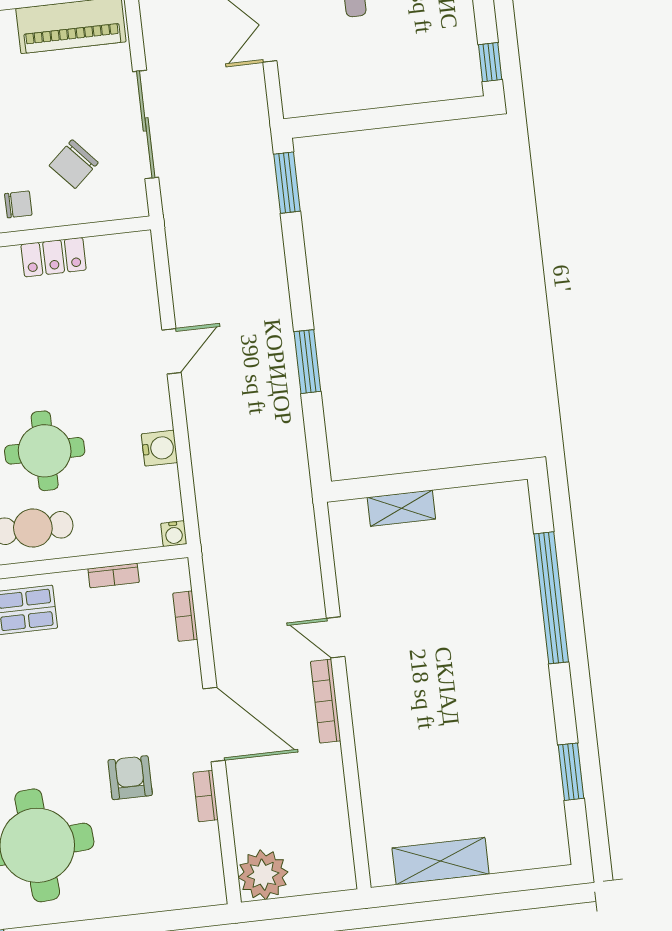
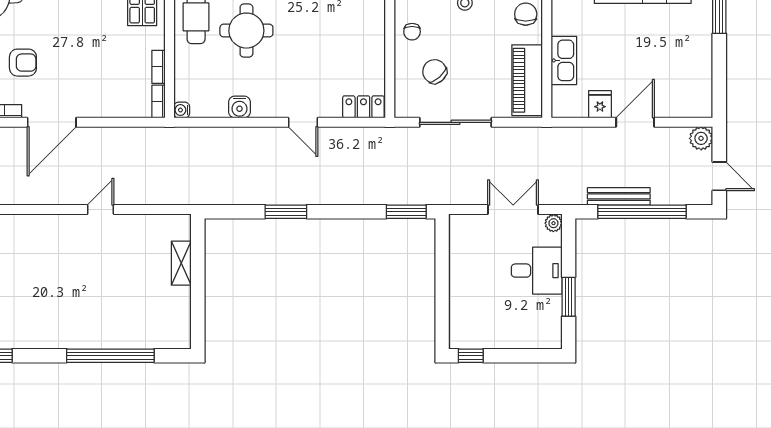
locker: (54, 257) -> (363, 107), moved, turned 90
bookcase: (185, 616) -> (158, 102), moved, turned -90
bookcase: (326, 701) -> (59, 198), removed

